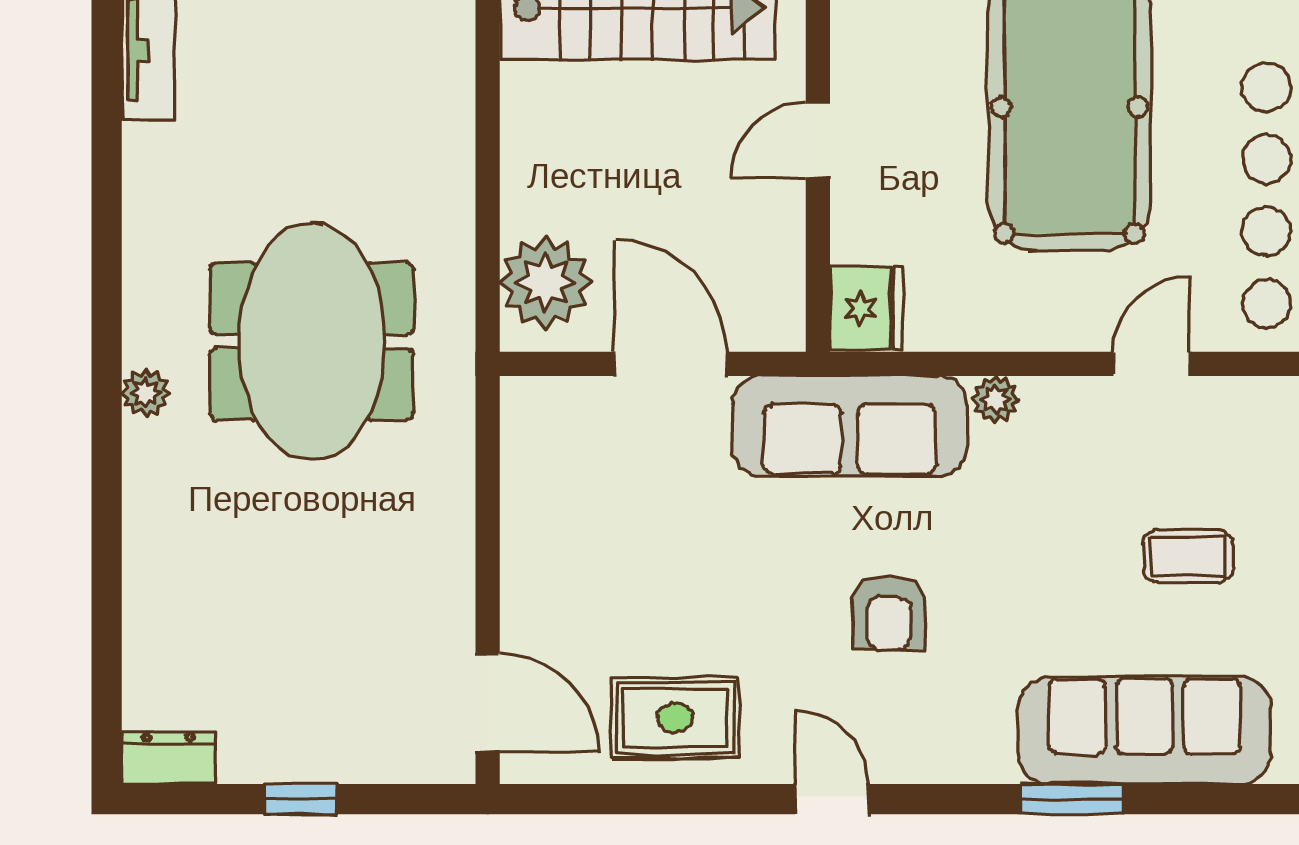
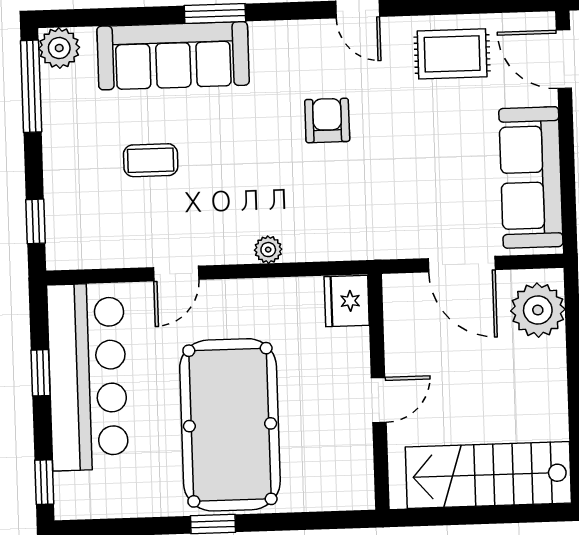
sofa: (850, 426) -> (531, 177), moved, turned -90

